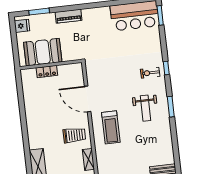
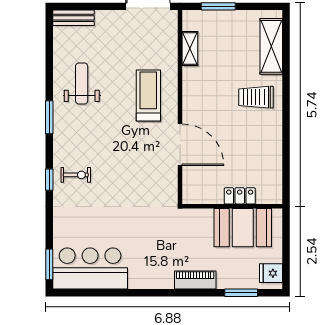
weight bench: (146, 108) -> (82, 83), moved
trolley: (74, 135) -> (256, 97), moved

